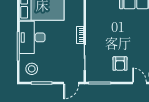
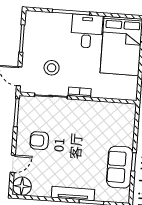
desk: (32, 37) -> (87, 31), width x0.73
stool: (32, 69) -> (52, 68), moved

